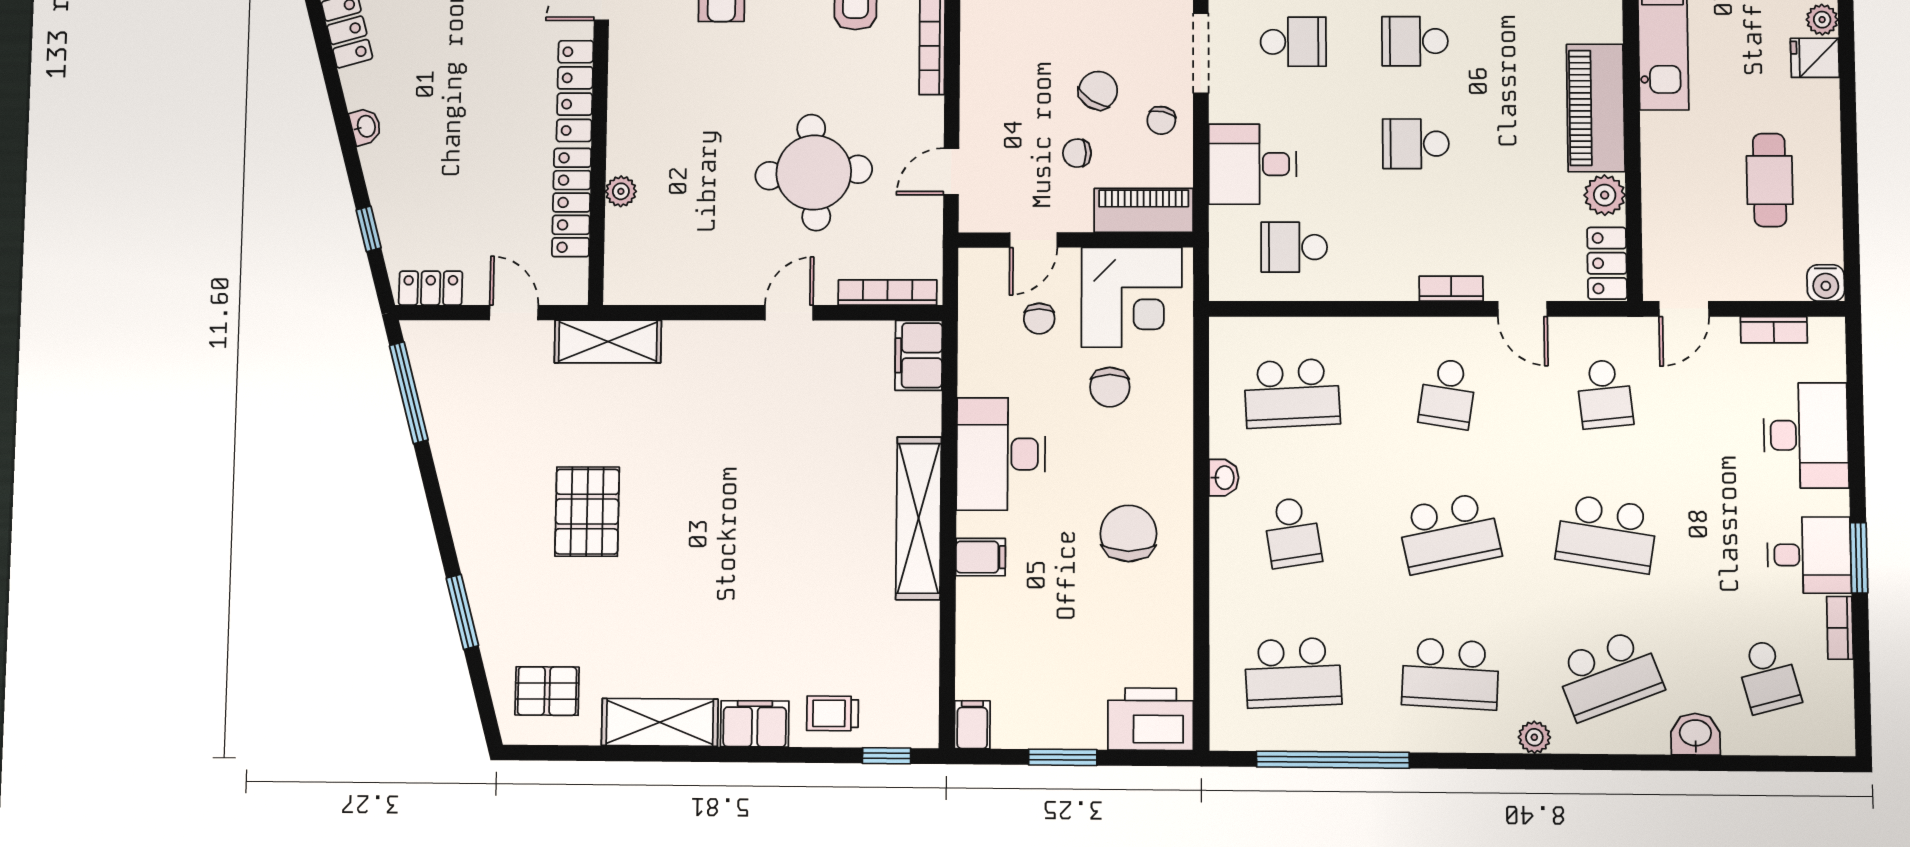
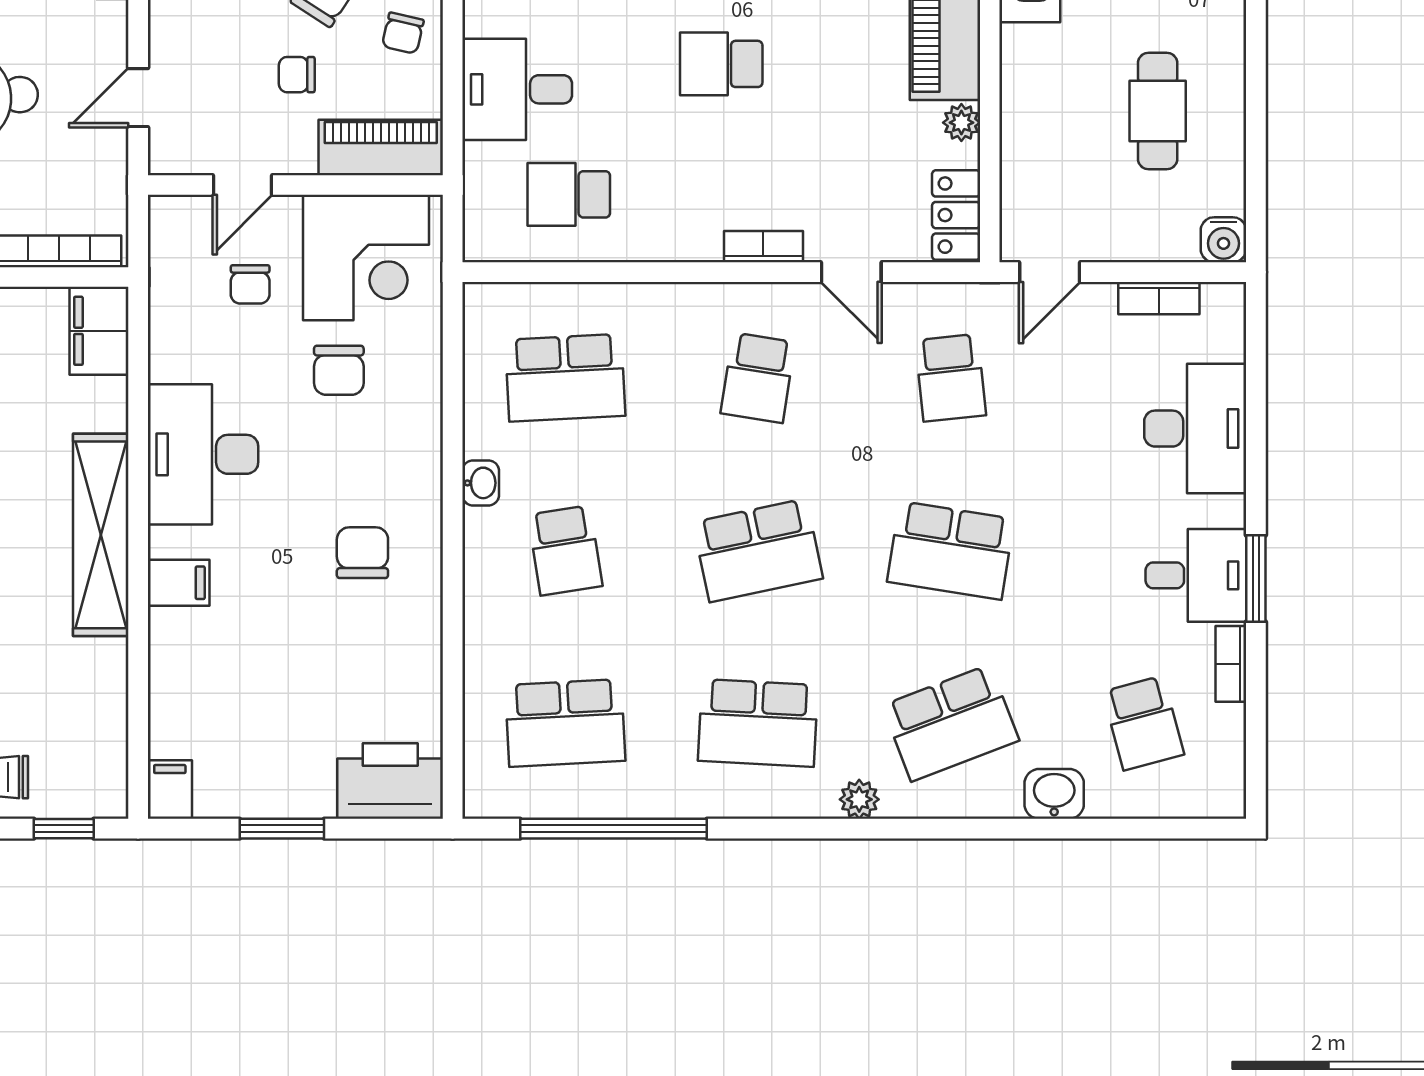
plant: (1605, 195) -> (961, 123), width x0.73, depth x0.73
chair: (1128, 533) -> (362, 553), width x0.73, depth x0.73

